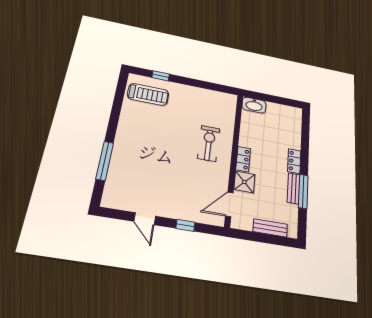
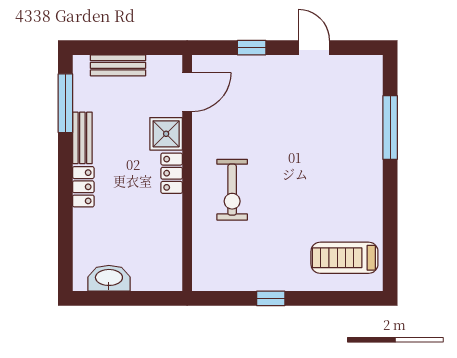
window: (161, 76) -> (271, 298), moved
washbasin: (254, 105) -> (109, 278), moved
window: (303, 191) -> (65, 103), moved

